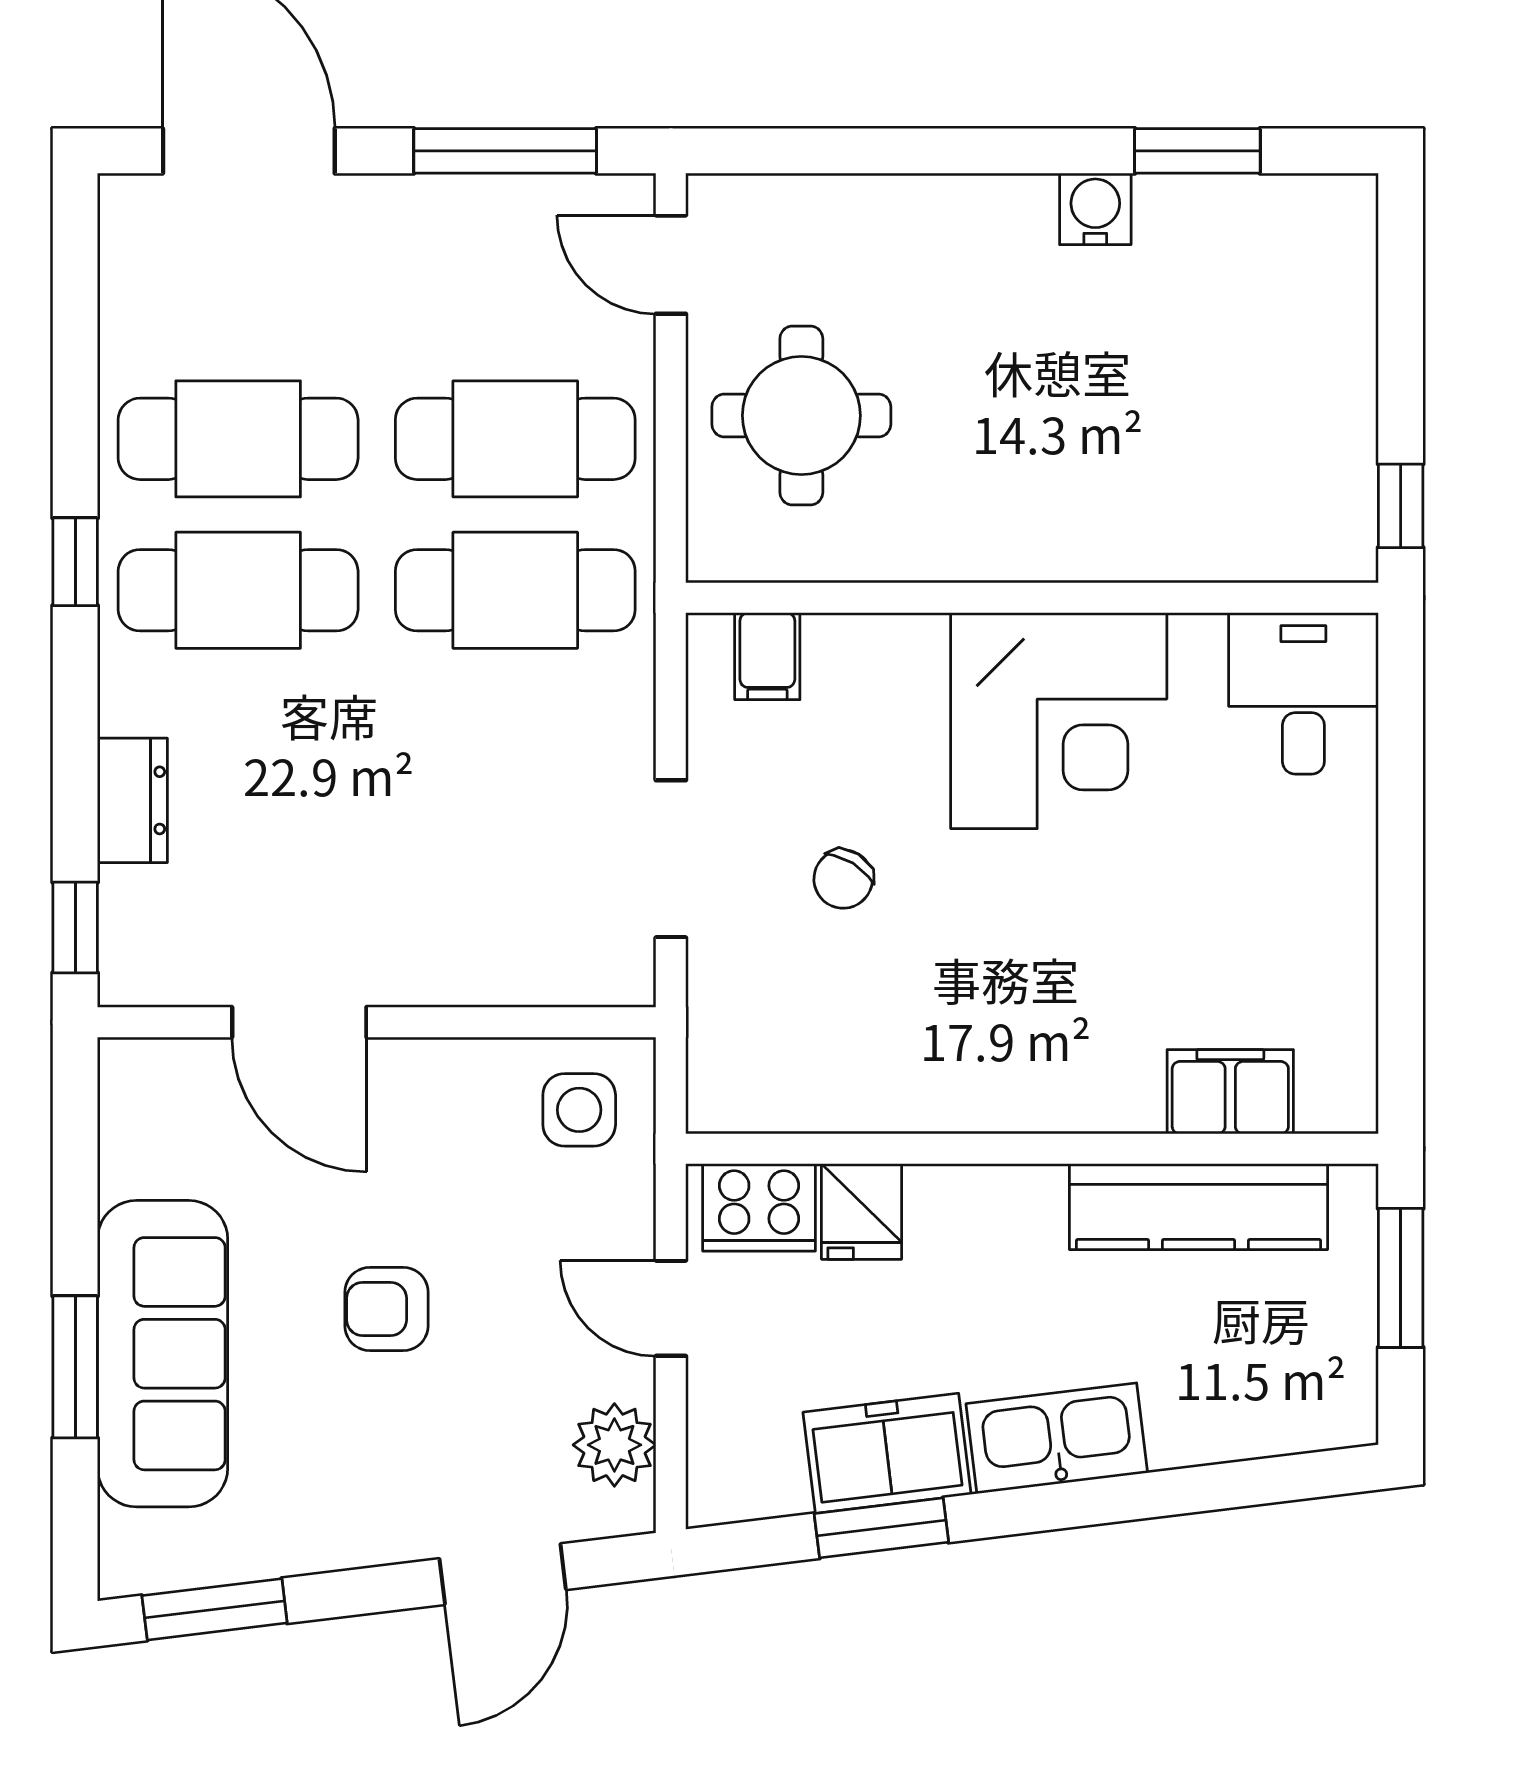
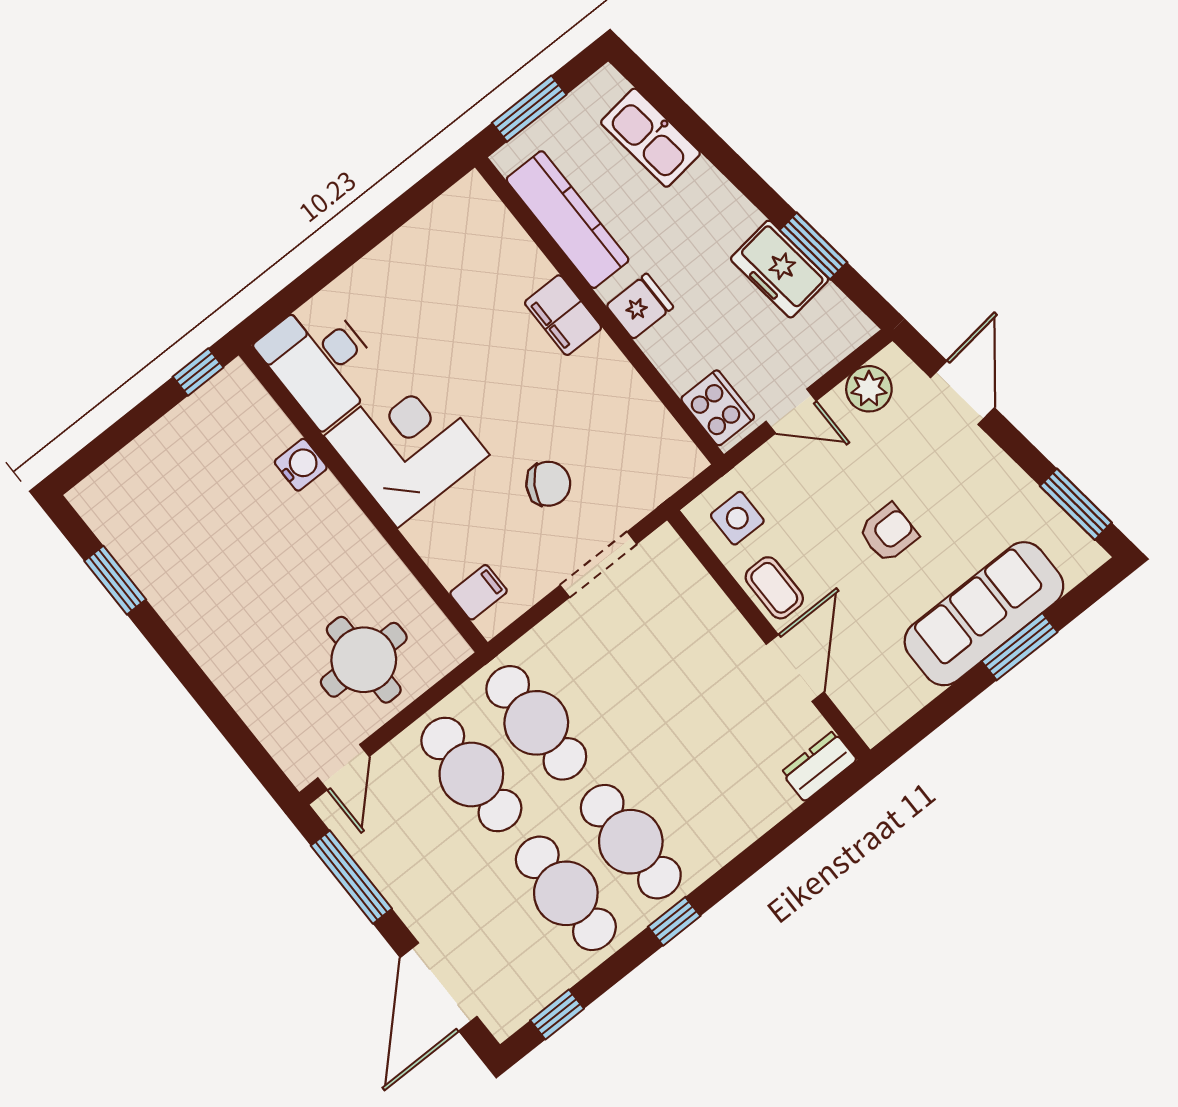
water cooler: (1095, 209) -> (301, 465), moved, turned 180
desk: (1303, 693) -> (321, 362), width x1.37
dresser: (132, 800) -> (819, 766), moved
chair: (843, 879) -> (548, 484), width x1.37, depth x1.37
window: (75, 928) -> (557, 1014), moved
coffee table: (438, 1084) -> (774, 588), added
filing cabinet: (1230, 1092) -> (563, 315), moved
fridge: (862, 1211) -> (640, 306), moved
door: (671, 1308) -> (791, 411), hinge flipped
armchair: (387, 1309) -> (888, 533), turned -90
kitchen sink: (1057, 1438) -> (650, 138), moved
door: (503, 1574) -> (962, 393), hinge flipped

